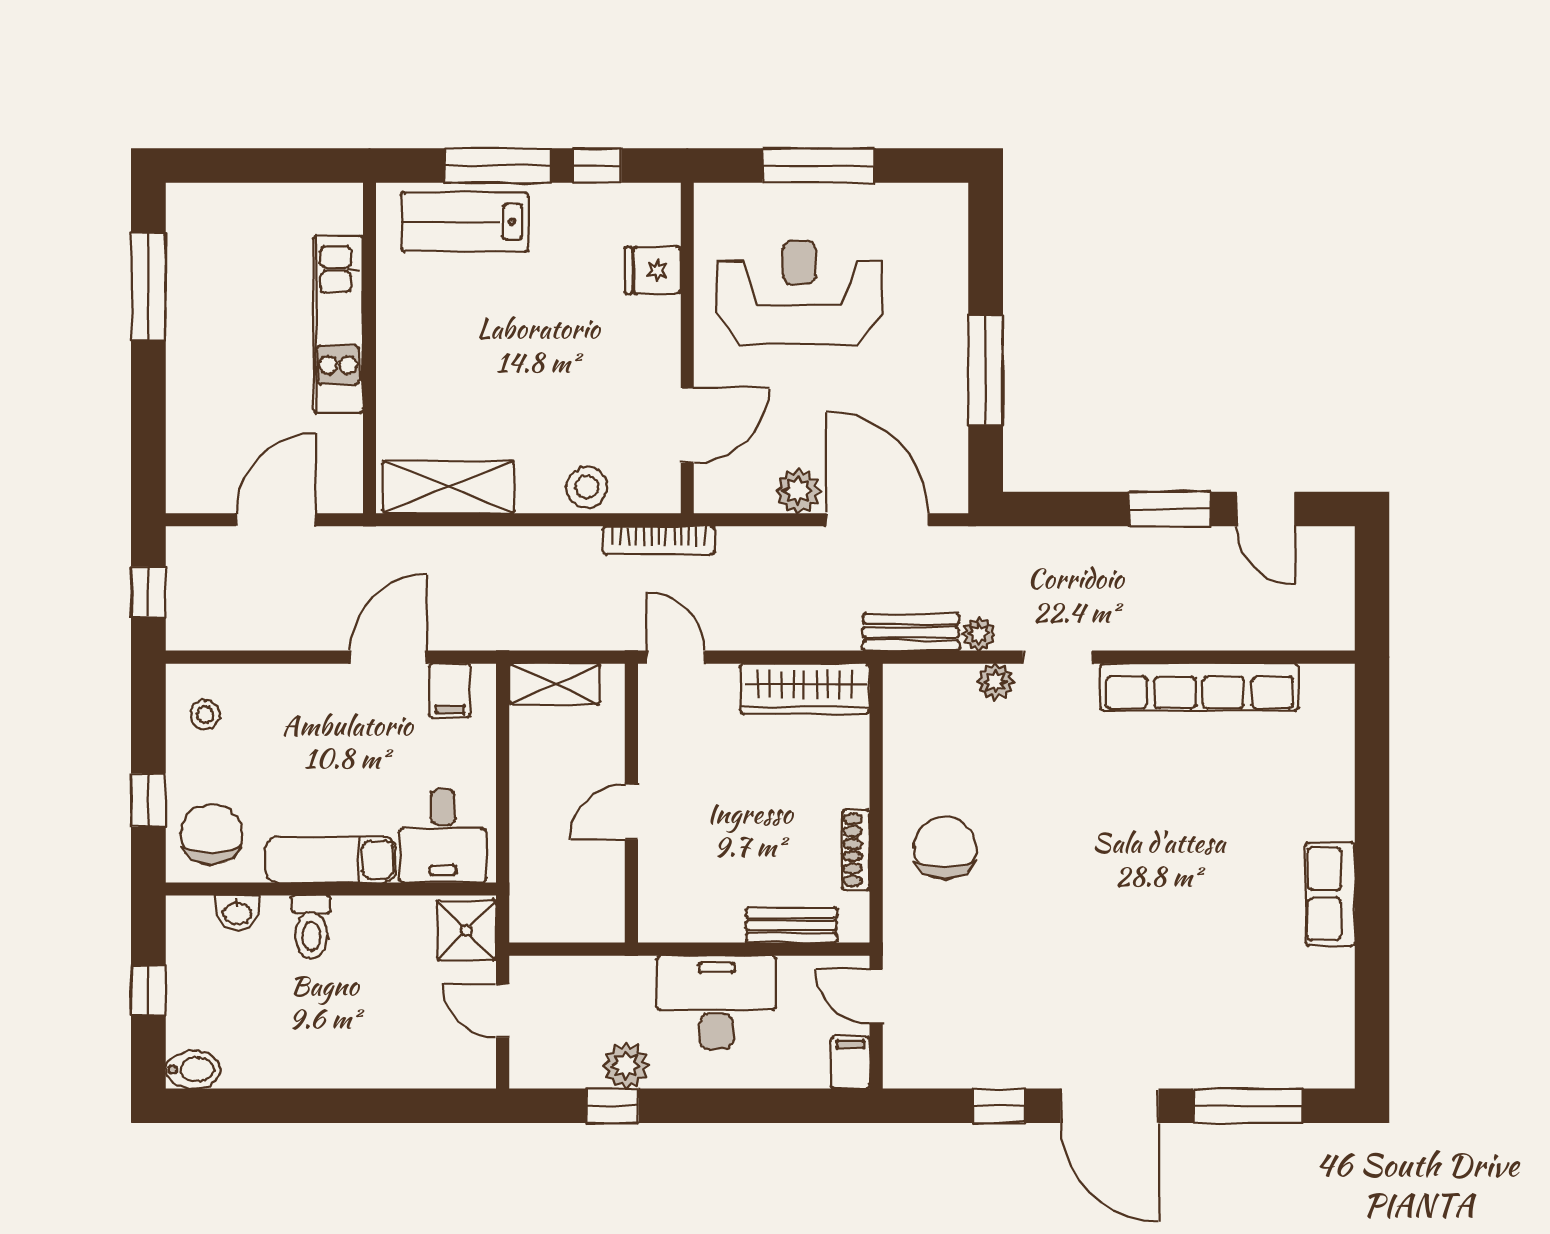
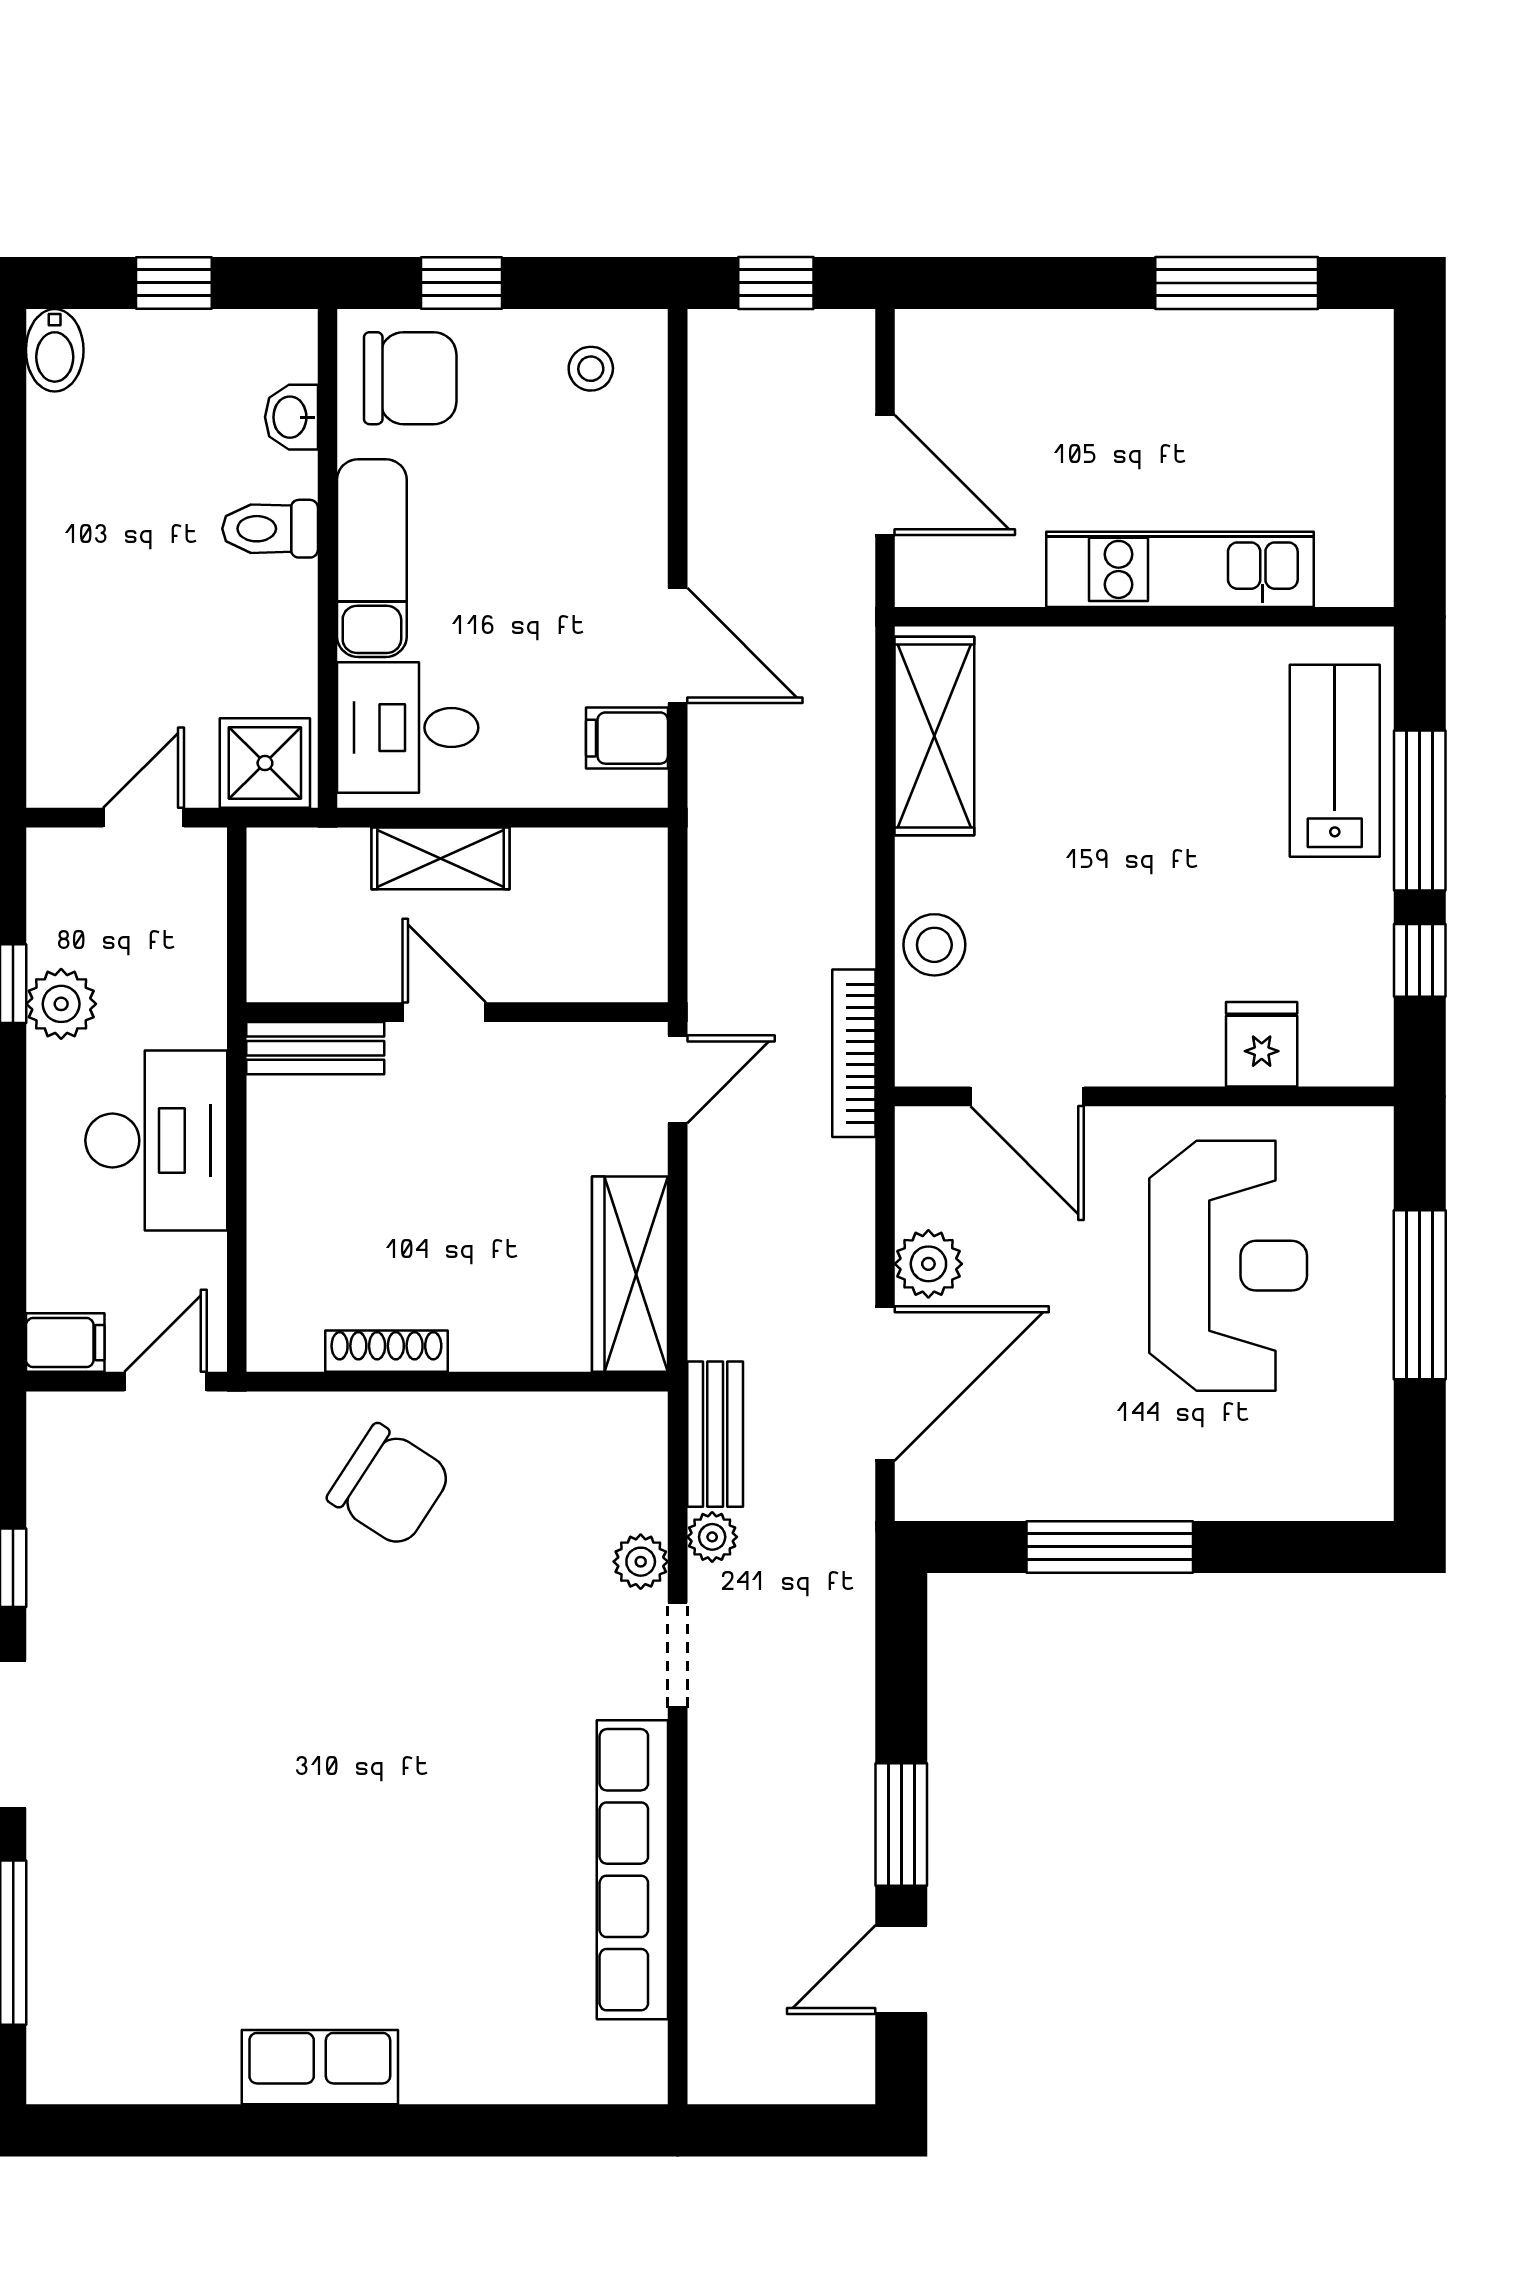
shelving: (555, 684) -> (440, 858), moved, turned 90
chair: (945, 848) -> (390, 1486), turned 33
bench: (791, 925) -> (315, 1048), moved, turned 90

